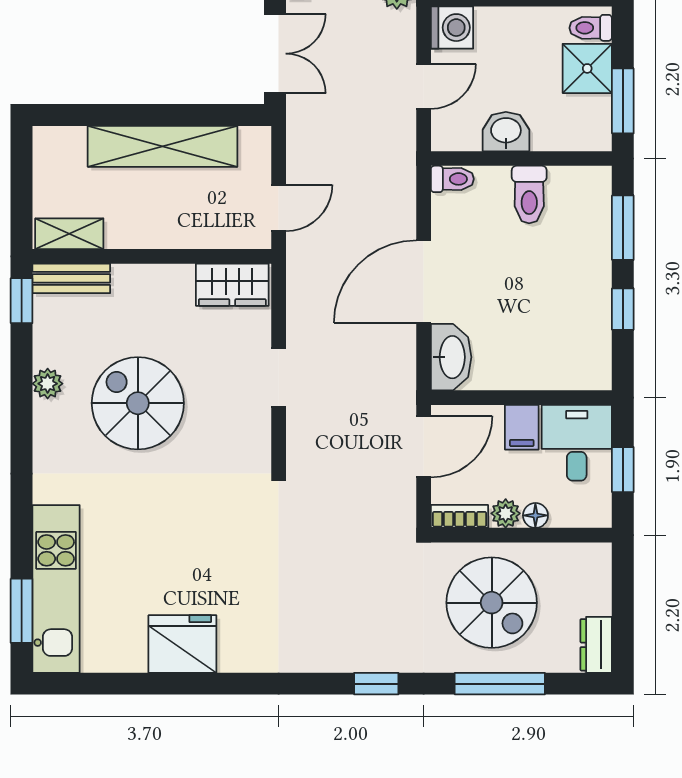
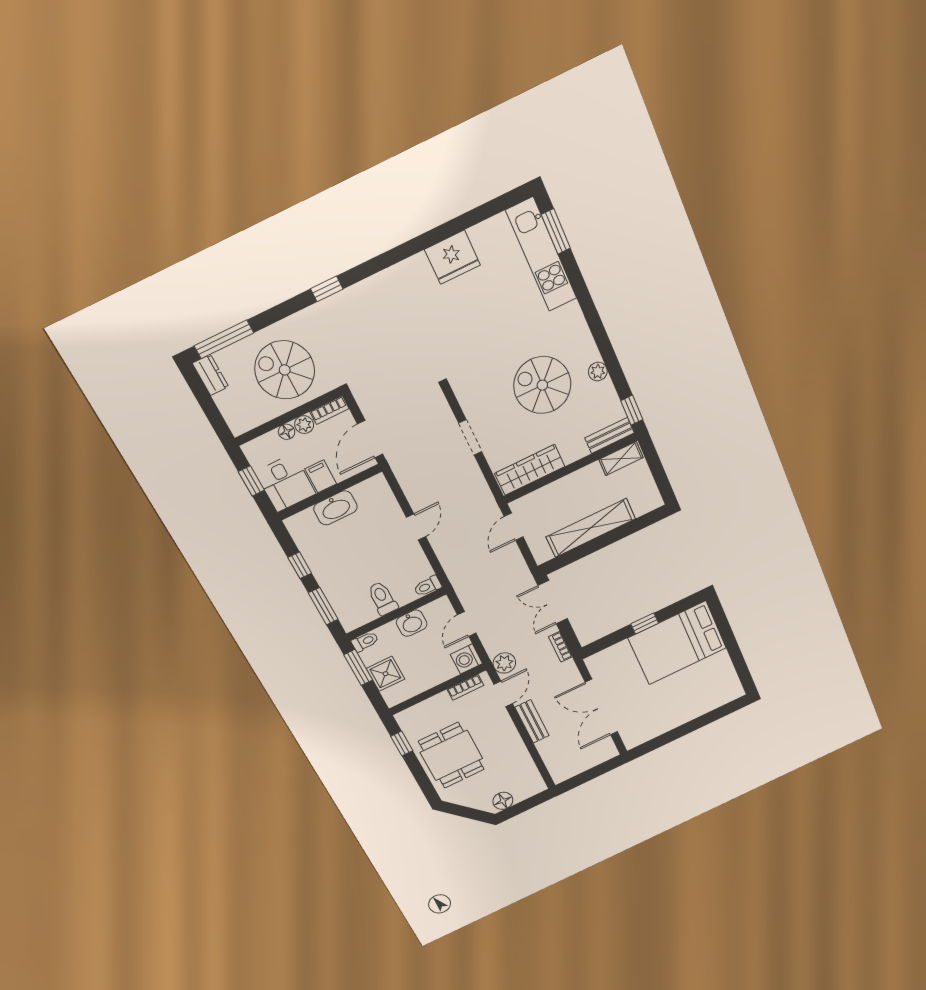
toilet: (591, 28) -> (365, 642), moved
door: (424, 282) -> (416, 527), width x0.53
wardrobe: (232, 285) -> (530, 470), width x1.50
washbasin: (451, 357) -> (335, 508), moved, turned -90
spiral stairs: (138, 403) -> (542, 385), turned 180
window: (500, 684) -> (224, 339), moved

